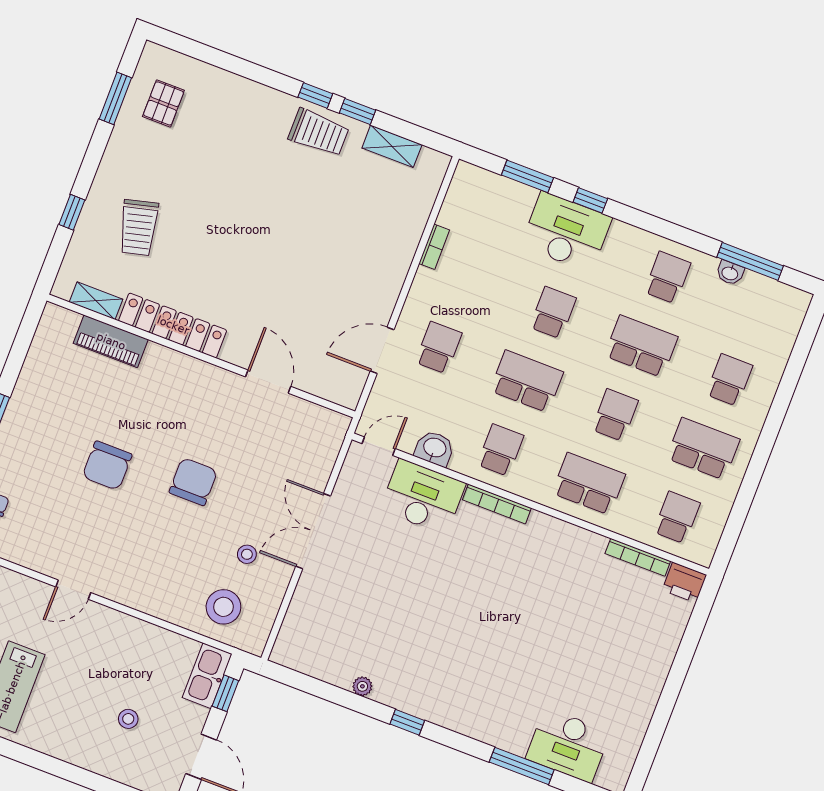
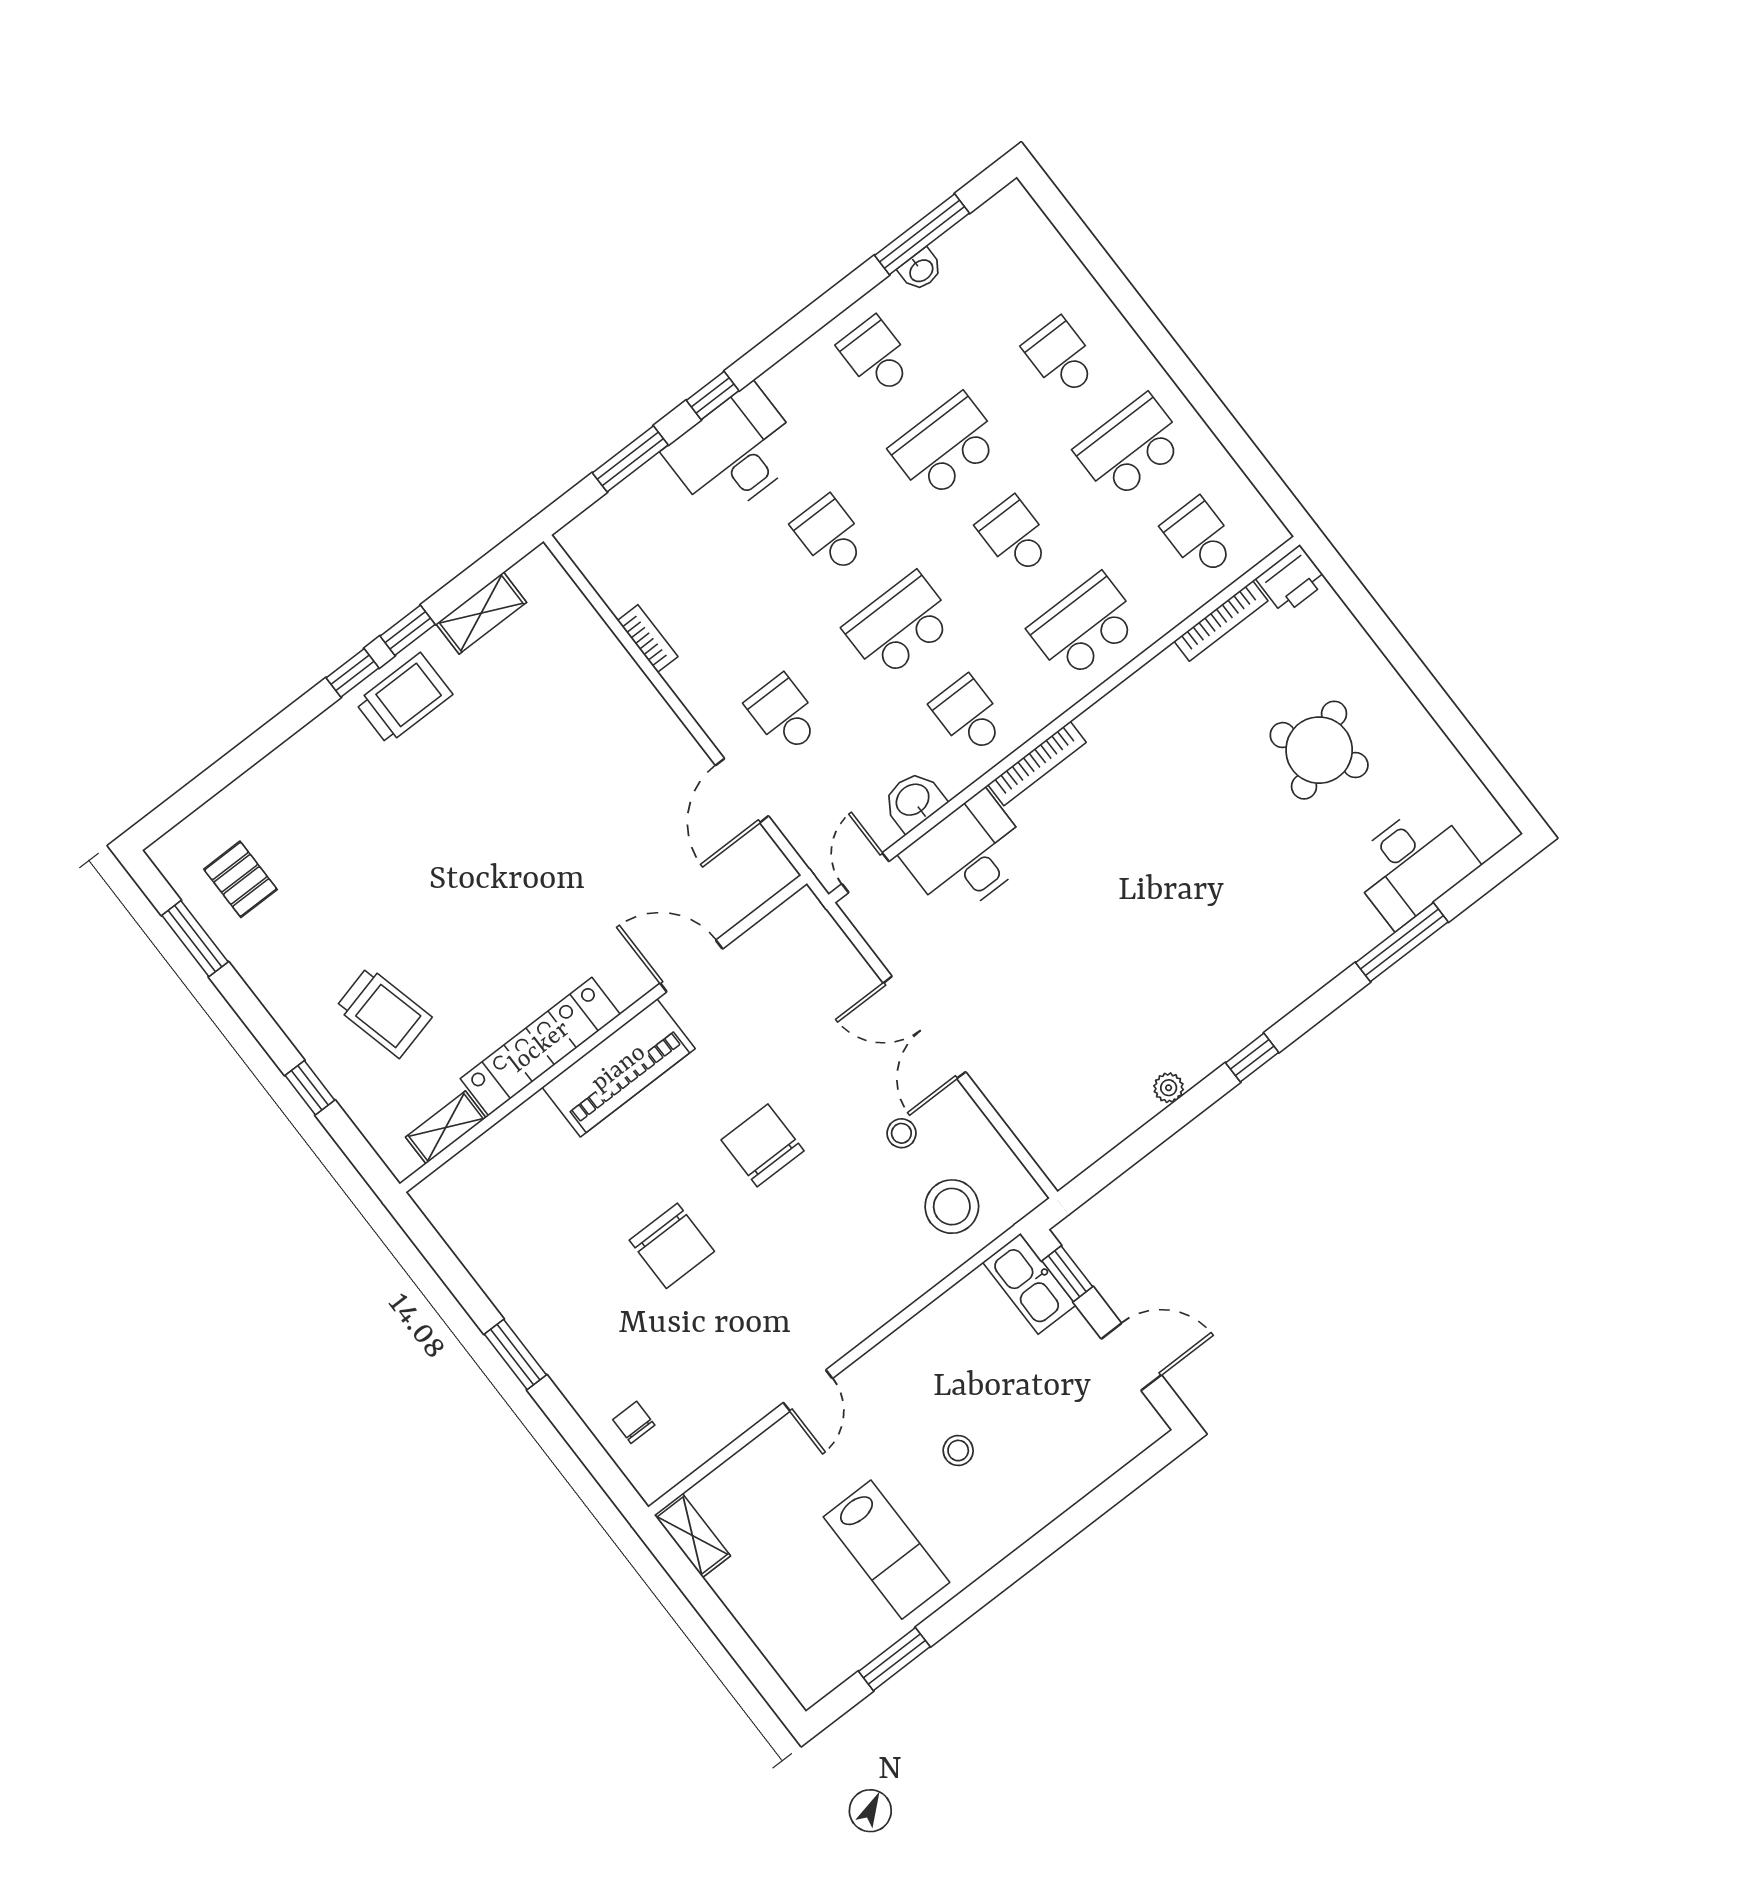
piano: (111, 341) -> (619, 1068), moved, width x1.37, depth x1.33
round table: (600, 655) -> (1319, 750), added
stool: (128, 719) -> (958, 1451), moved

